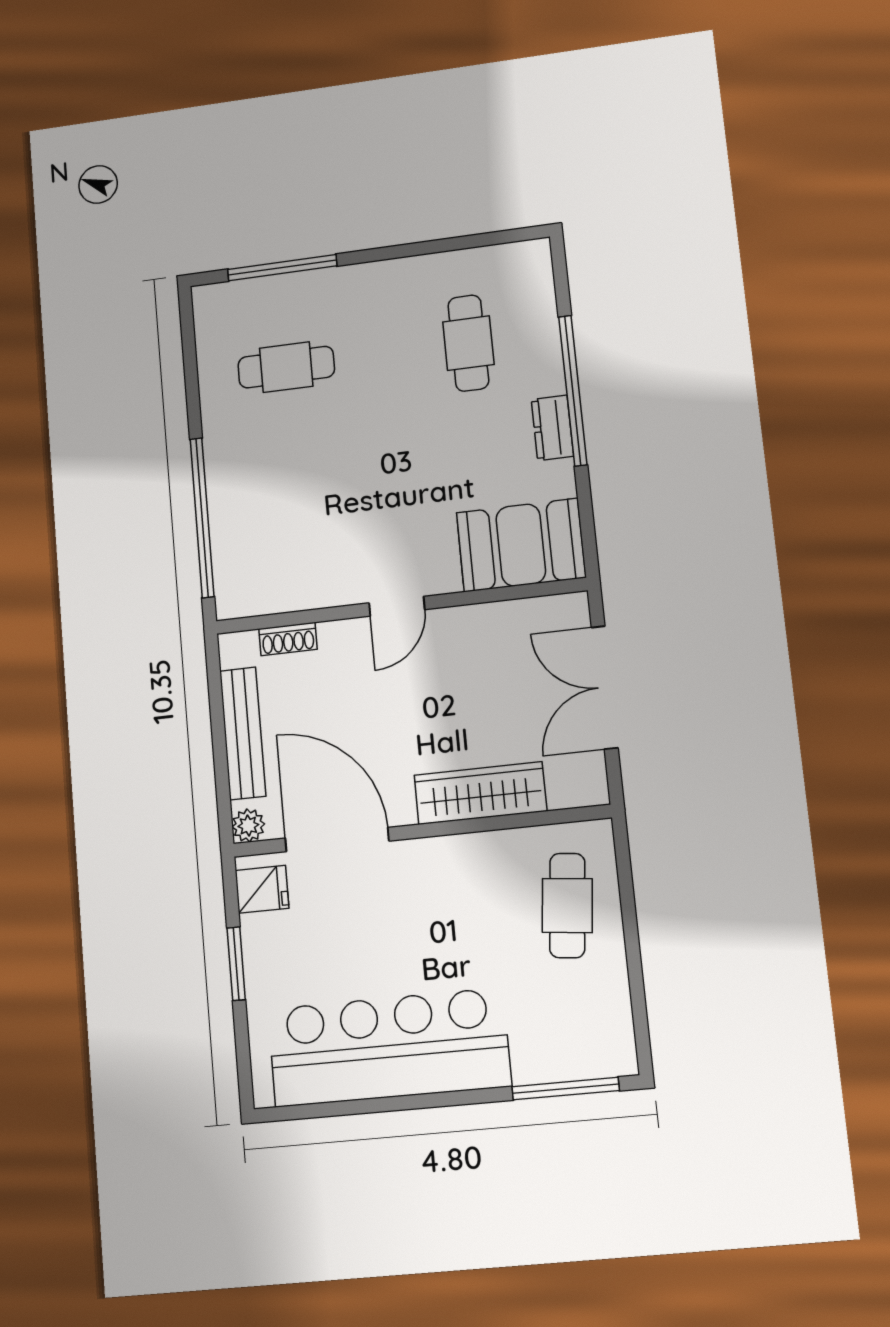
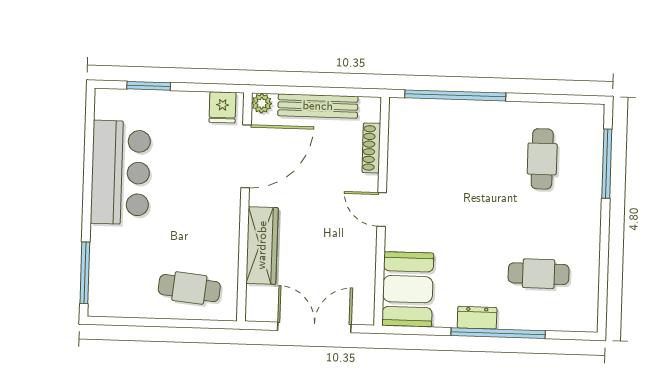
shoe rack: (288, 639) -> (371, 148), width x1.43
window: (236, 964) -> (149, 86), moved
bar counter: (389, 1047) -> (120, 173), width x0.73

